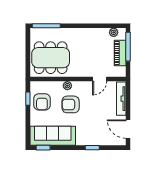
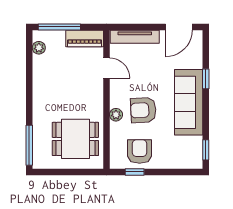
piano: (120, 53) -> (85, 38), moved
dining table: (51, 58) -> (75, 139), width x0.73
armchair: (42, 102) -> (140, 151), turned -90
armchair: (71, 104) -> (143, 110), turned 87
sofa: (53, 136) -> (189, 102), moved

